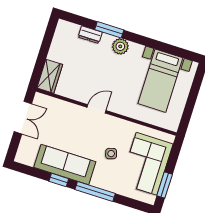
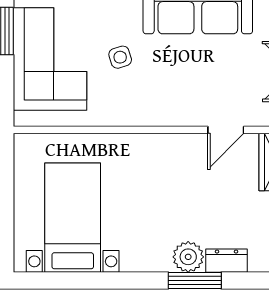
plant: (120, 46) -> (188, 257), moved
door: (97, 109) -> (226, 130), moved

